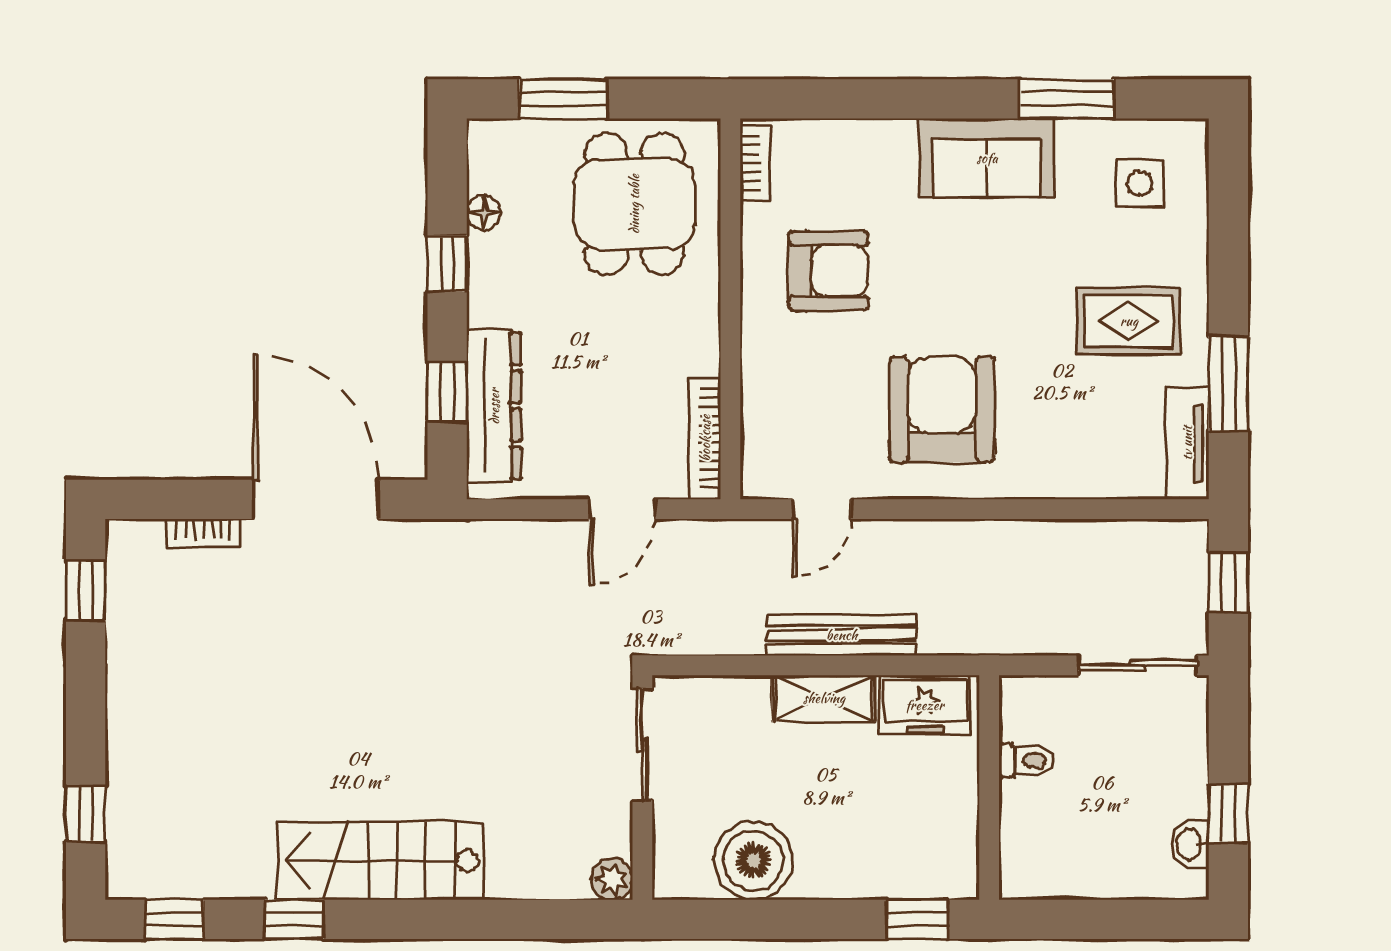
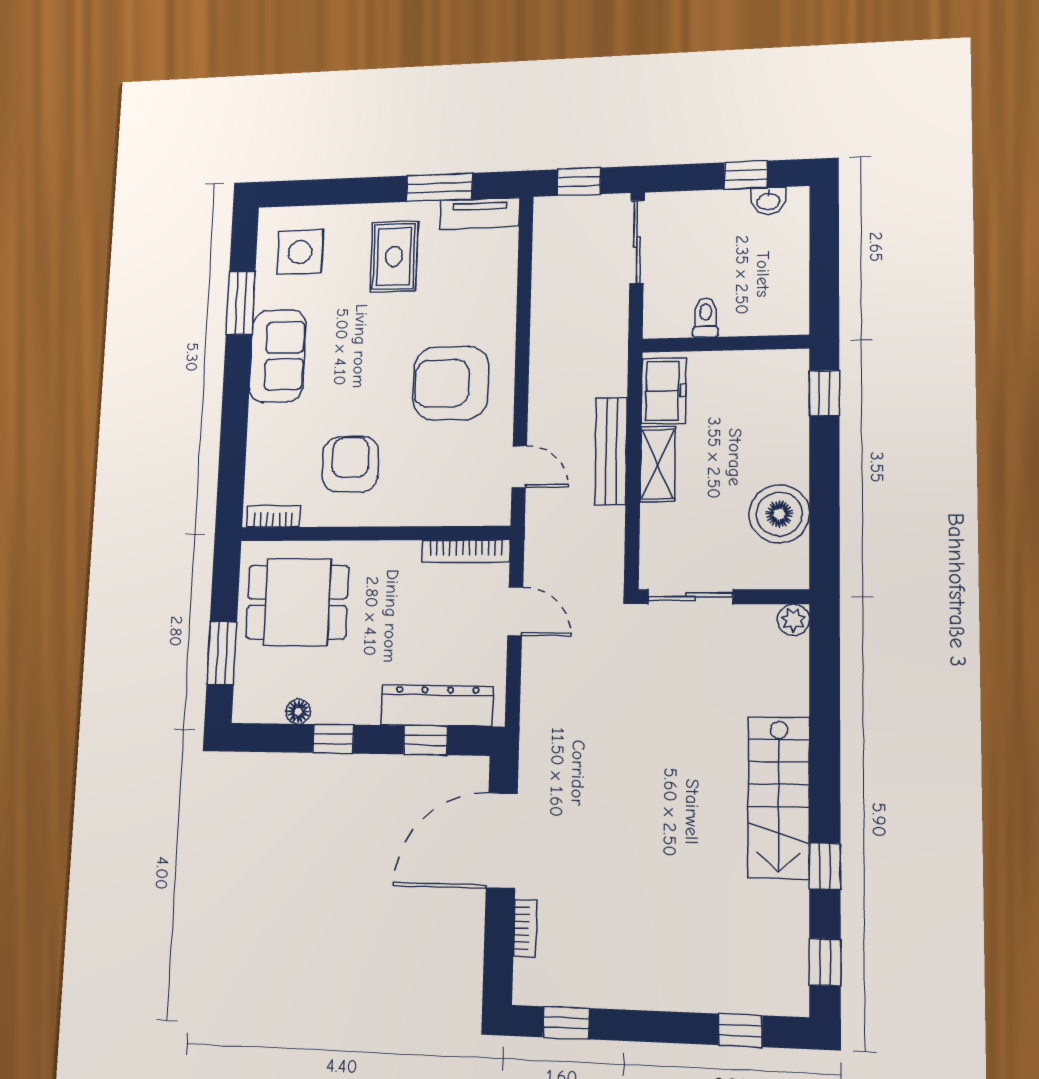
side table: (1140, 183) -> (300, 252), width x1.37, depth x1.37

